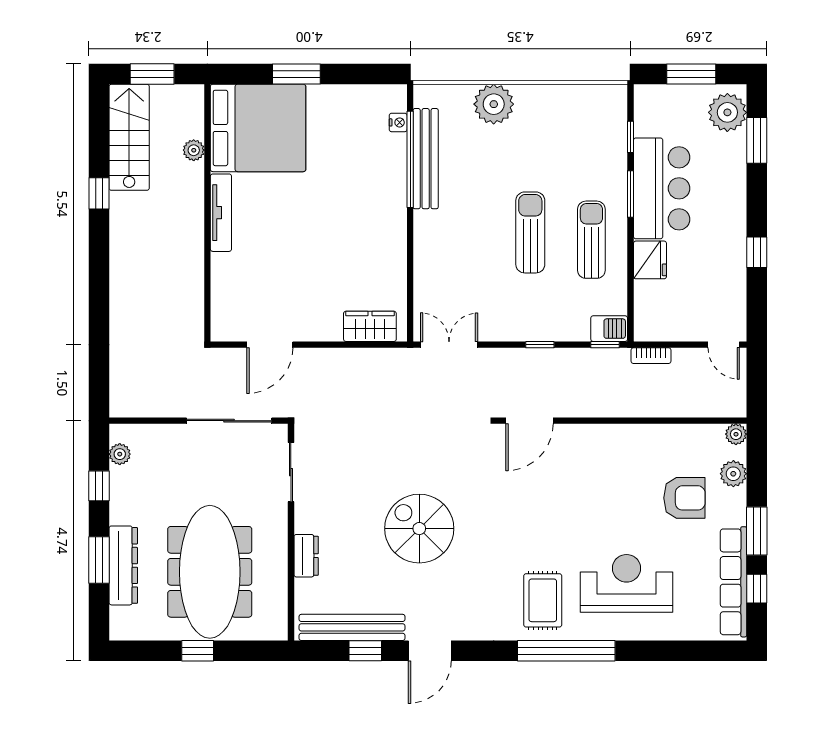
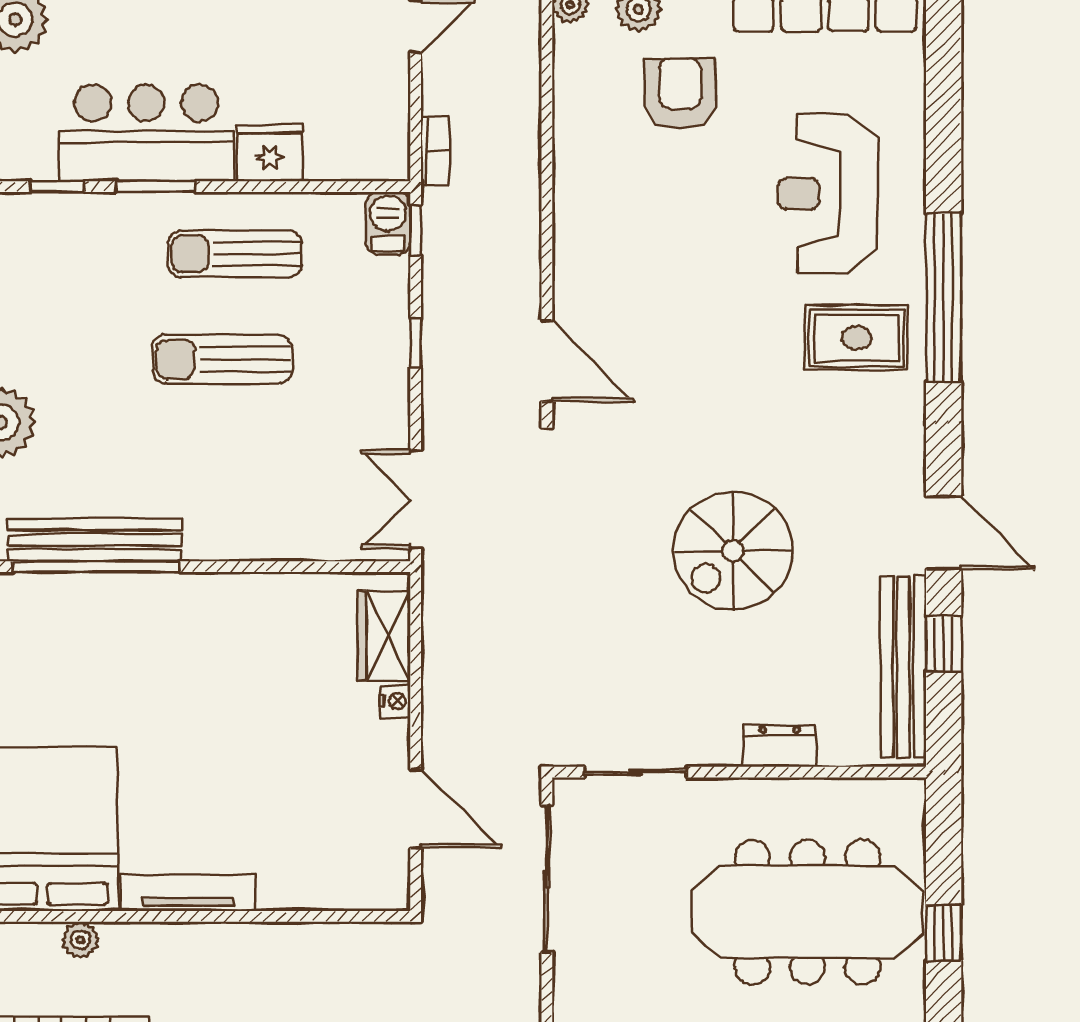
nightstand: (398, 122) -> (395, 701), moved, turned 90

